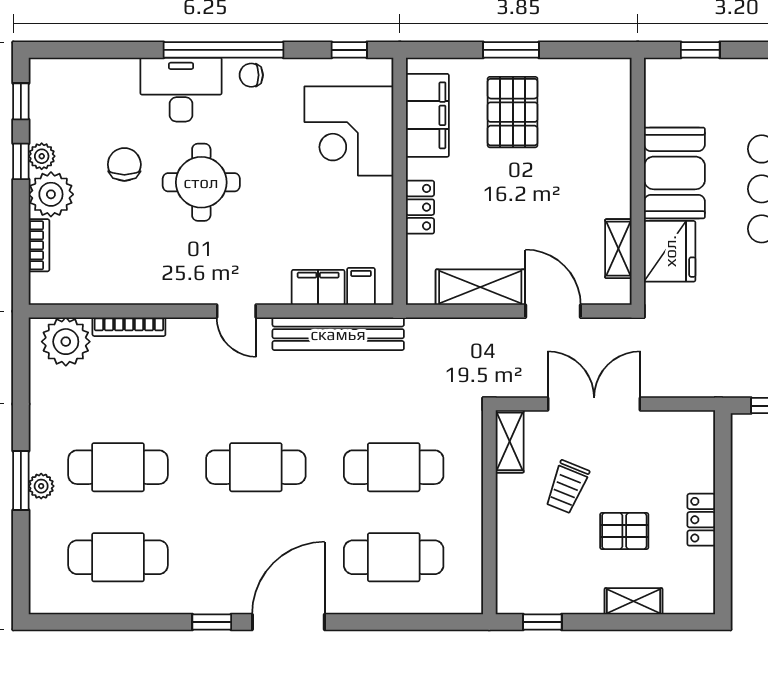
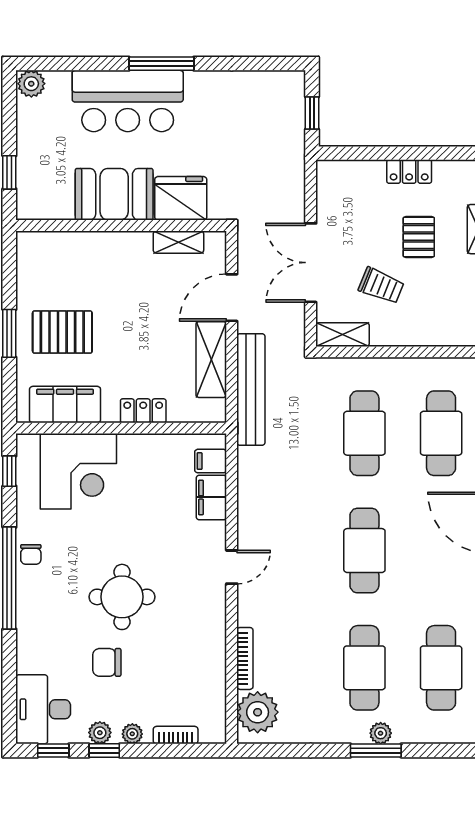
desk: (181, 90) -> (43, 709), moved
plant: (51, 194) -> (132, 734), width x0.53, depth x0.53
bench: (338, 334) -> (251, 390), moved

